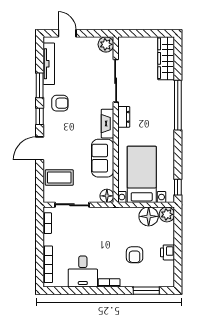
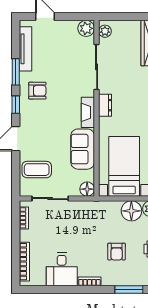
plant: (124, 47) -> (105, 31), added

